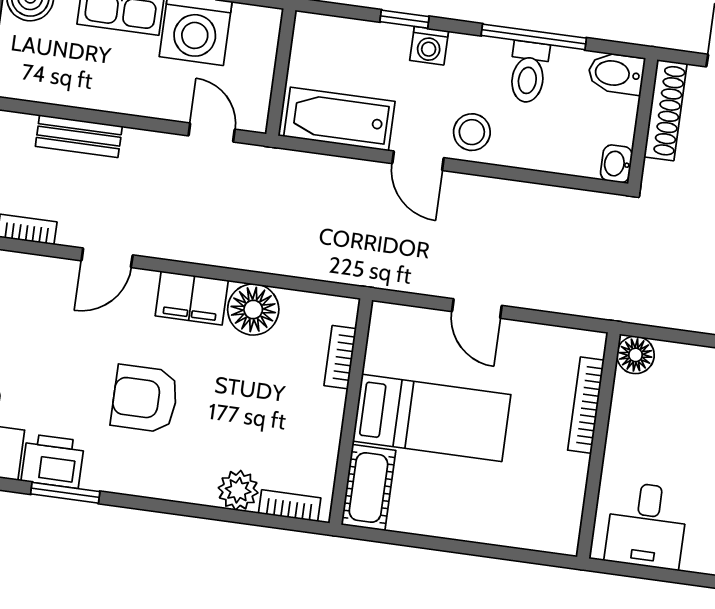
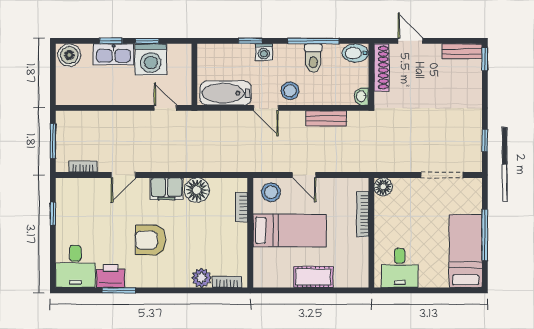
bench: (79, 136) -> (326, 118), moved
stool: (405, 334) -> (271, 192), added
cot: (368, 487) -> (313, 277), moved, turned 90

